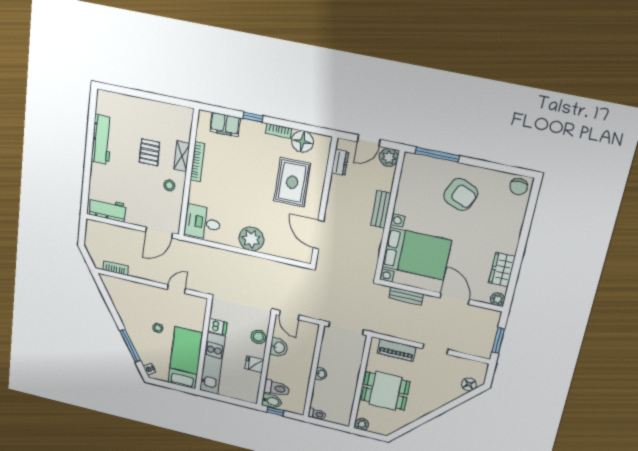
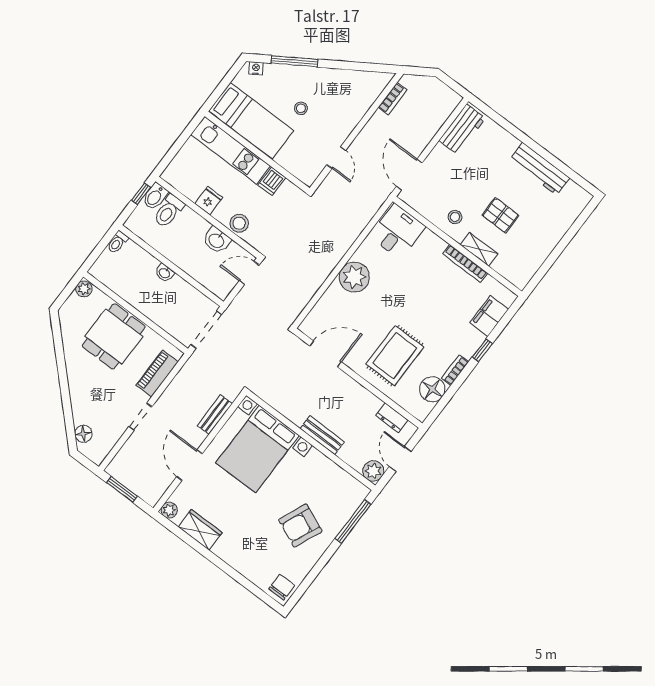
rug: (292, 182) -> (395, 356), turned 90
chair: (519, 187) -> (282, 587), turned 90
door: (455, 299) -> (189, 465), swing flipped

